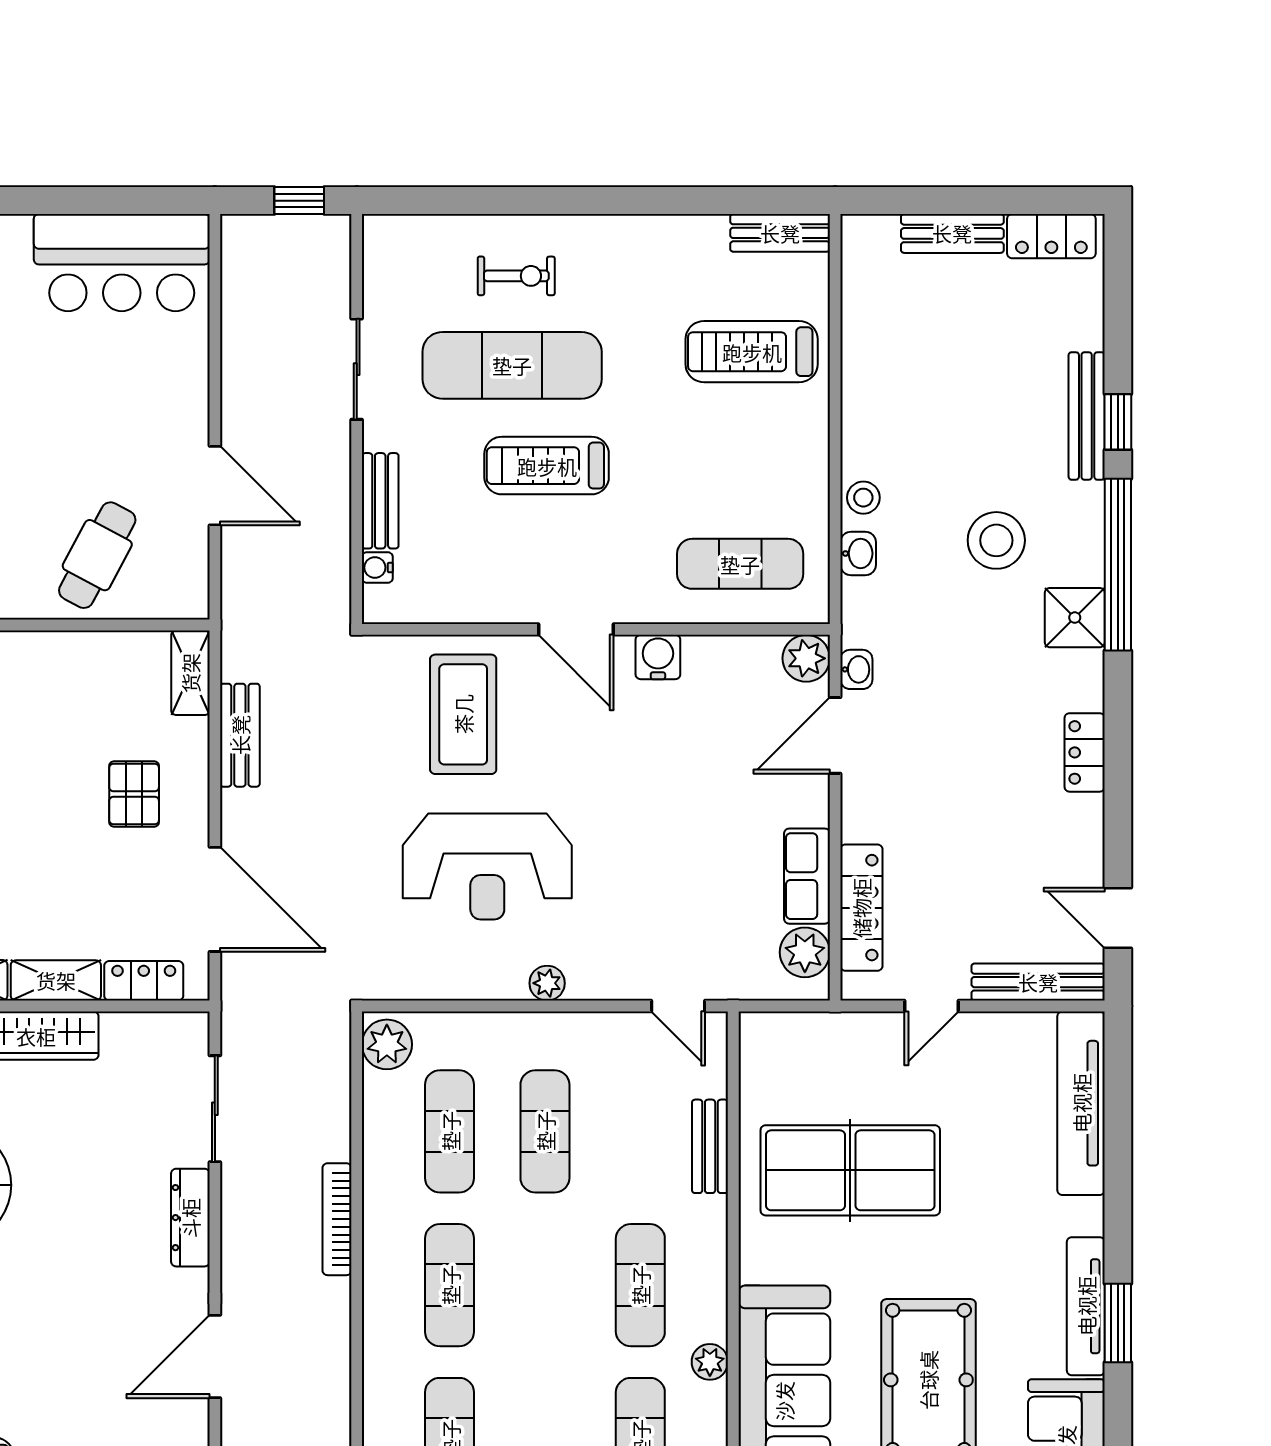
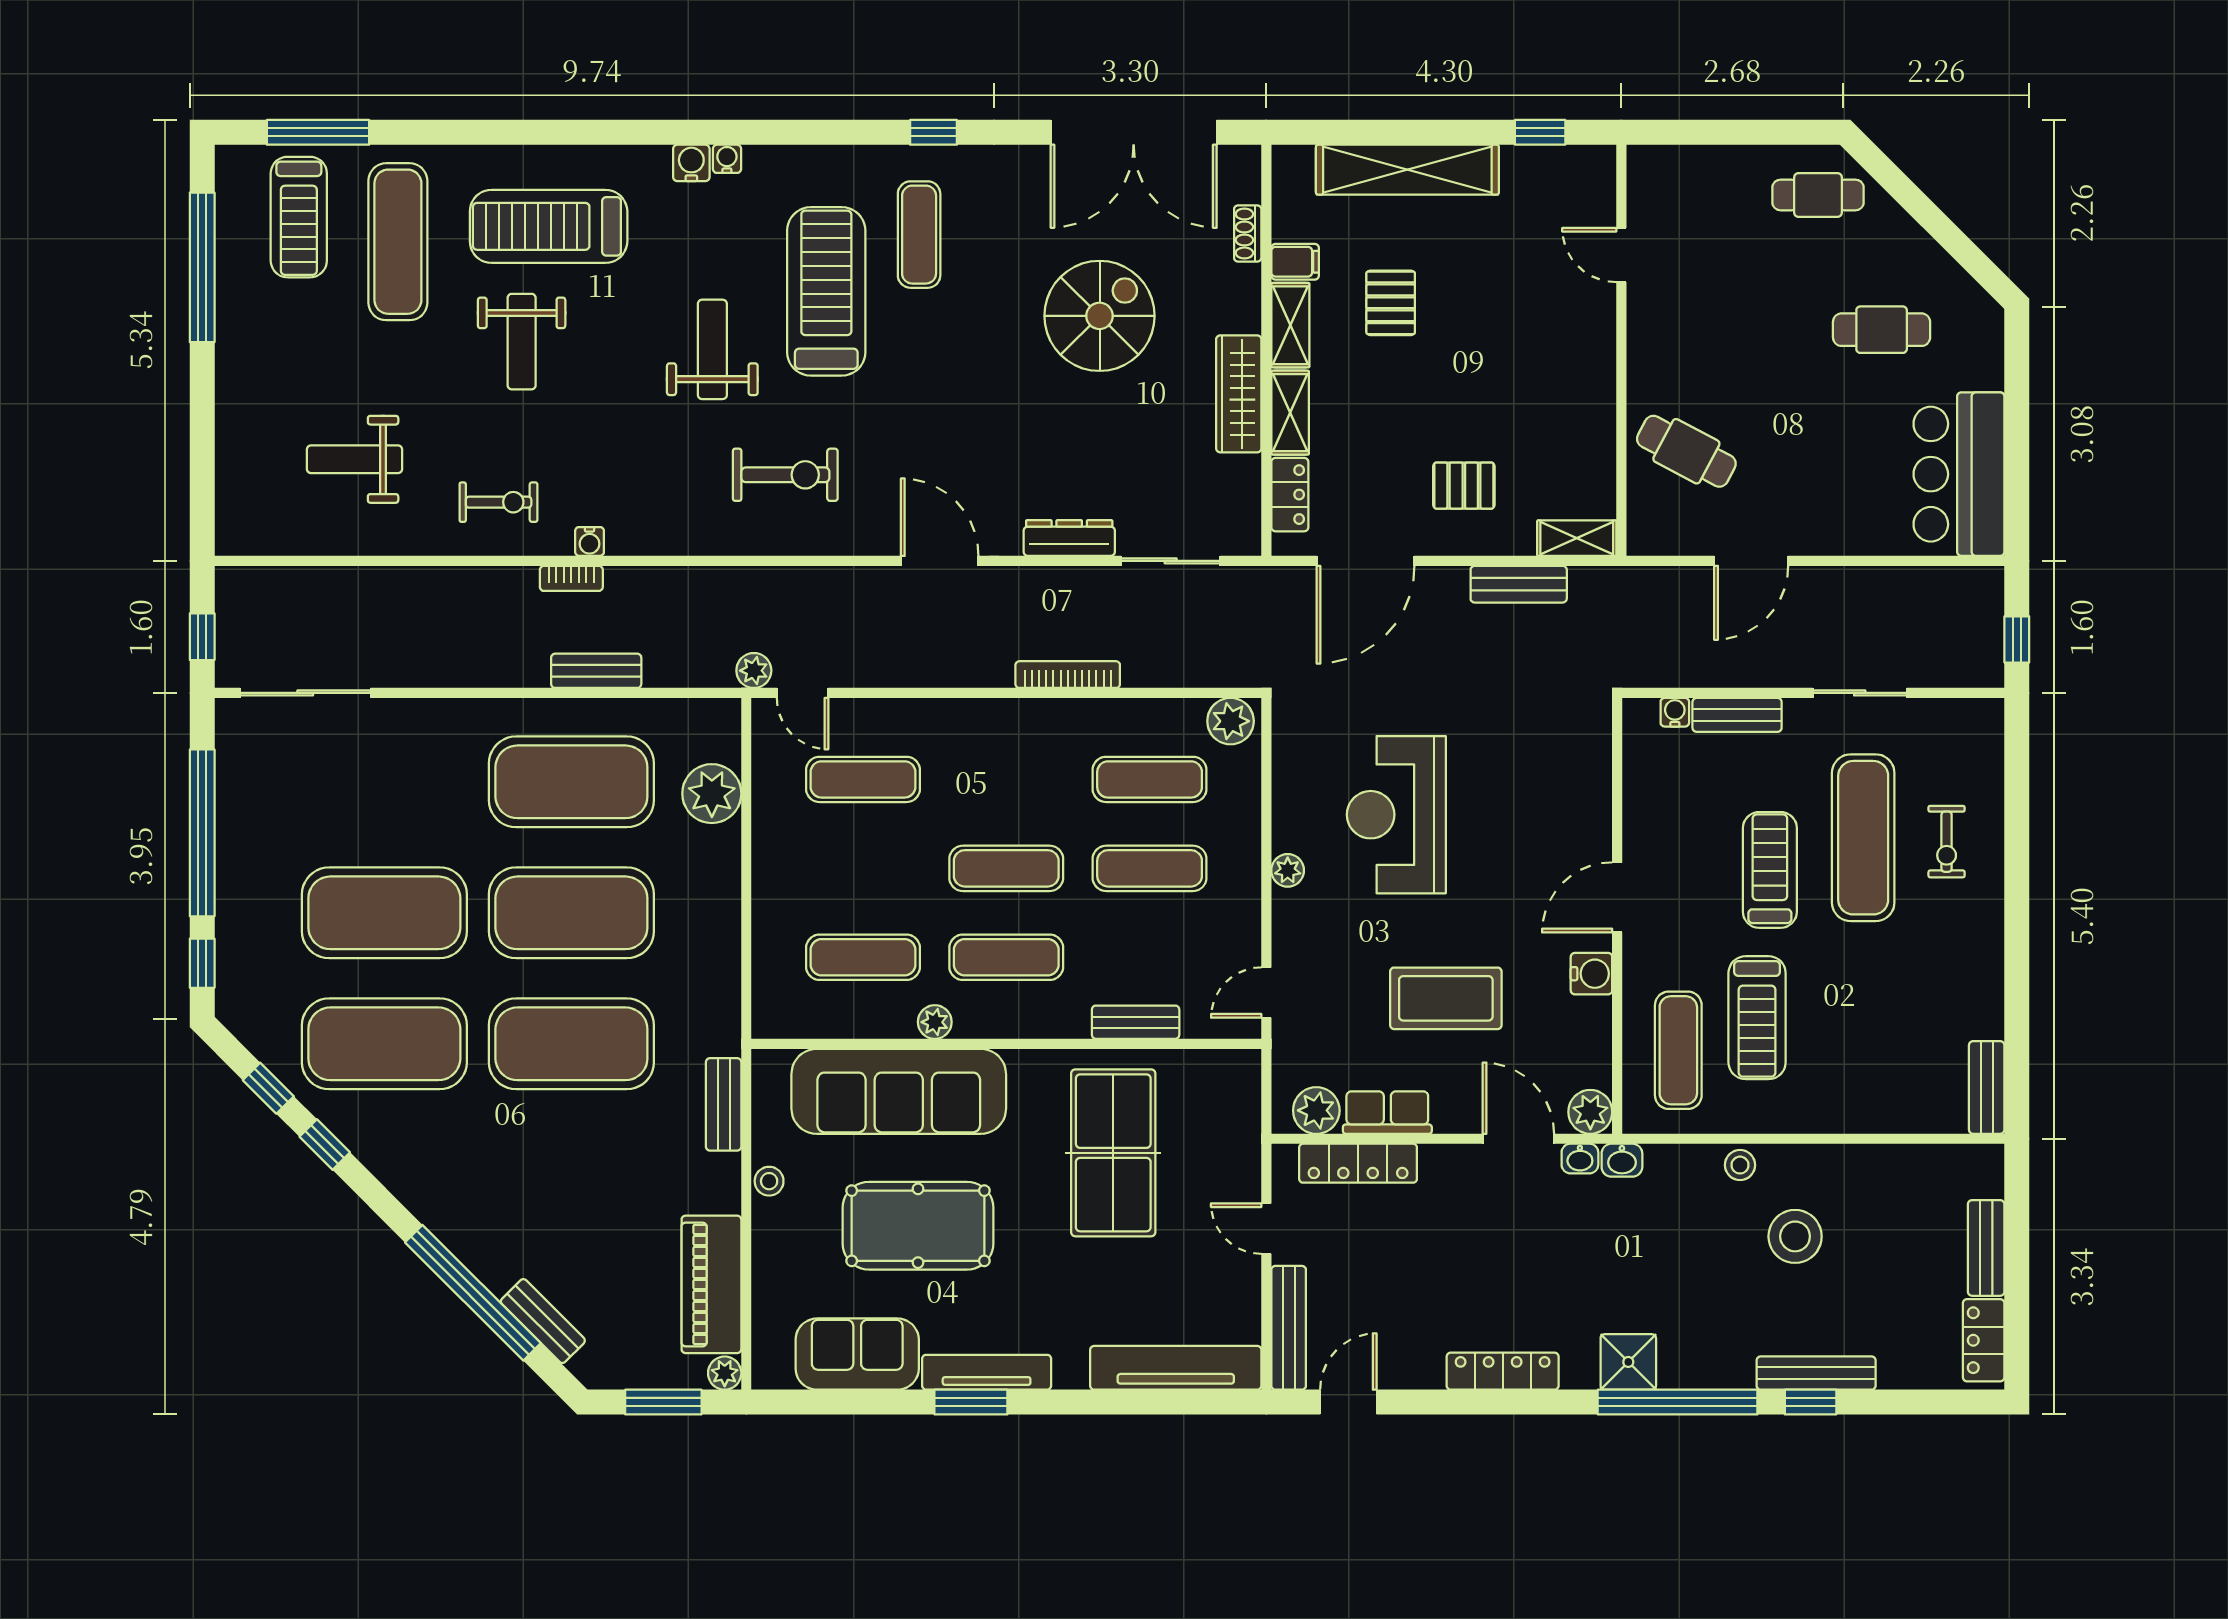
treadmill: (752, 352) -> (1757, 1018), moved, turned 180
stool: (996, 540) -> (1795, 1236), moved
washbasin: (858, 553) -> (1622, 1160), moved
coffee table: (463, 714) -> (1446, 998), moved
locker: (1085, 752) -> (1503, 1371), width x1.53
exercise mat: (450, 1285) -> (1006, 868), moved

